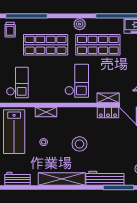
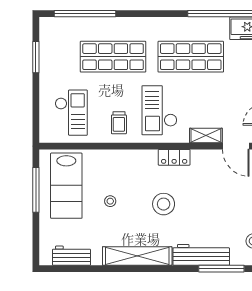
plant: (80, 24) -> (164, 26), removed
trolley: (10, 30) -> (119, 123), moved
checkout: (77, 81) -> (159, 110), turned 180
shelving: (46, 112) -> (114, 156), removed
locker: (108, 113) -> (174, 157), moved

